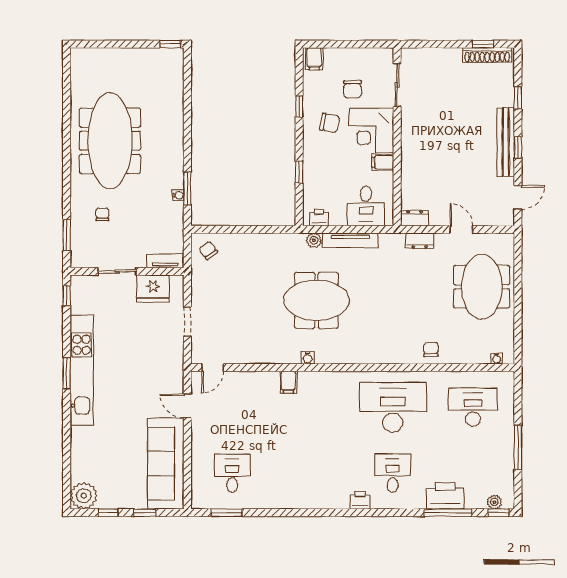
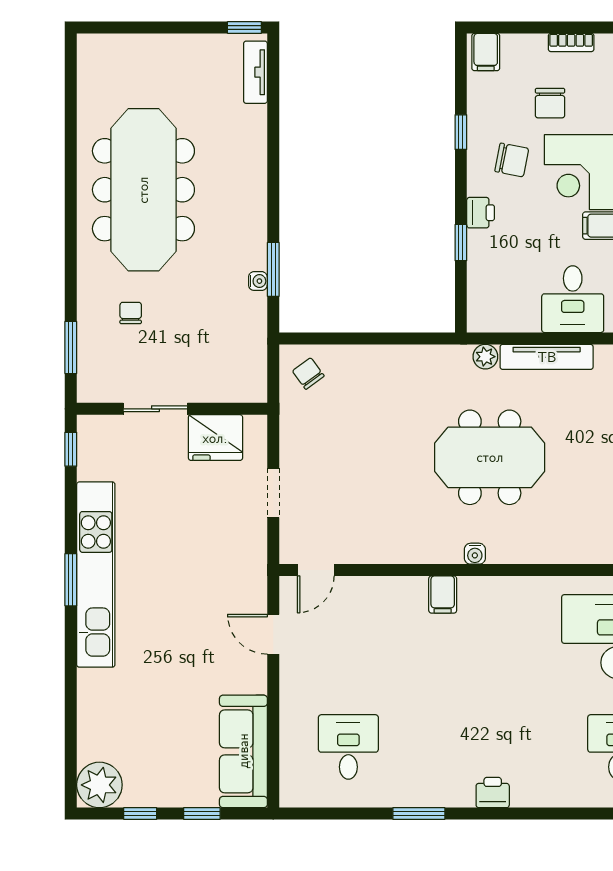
bookcase: (365, 53) -> (571, 42), added
printer: (319, 218) -> (481, 213), moved, turned 90
tv unit: (165, 261) -> (255, 72), moved, turned -90
sofa: (166, 464) -> (243, 751), width x0.74, depth x0.79
printer: (360, 500) -> (493, 793), moved
window: (227, 513) -> (419, 814), moved

